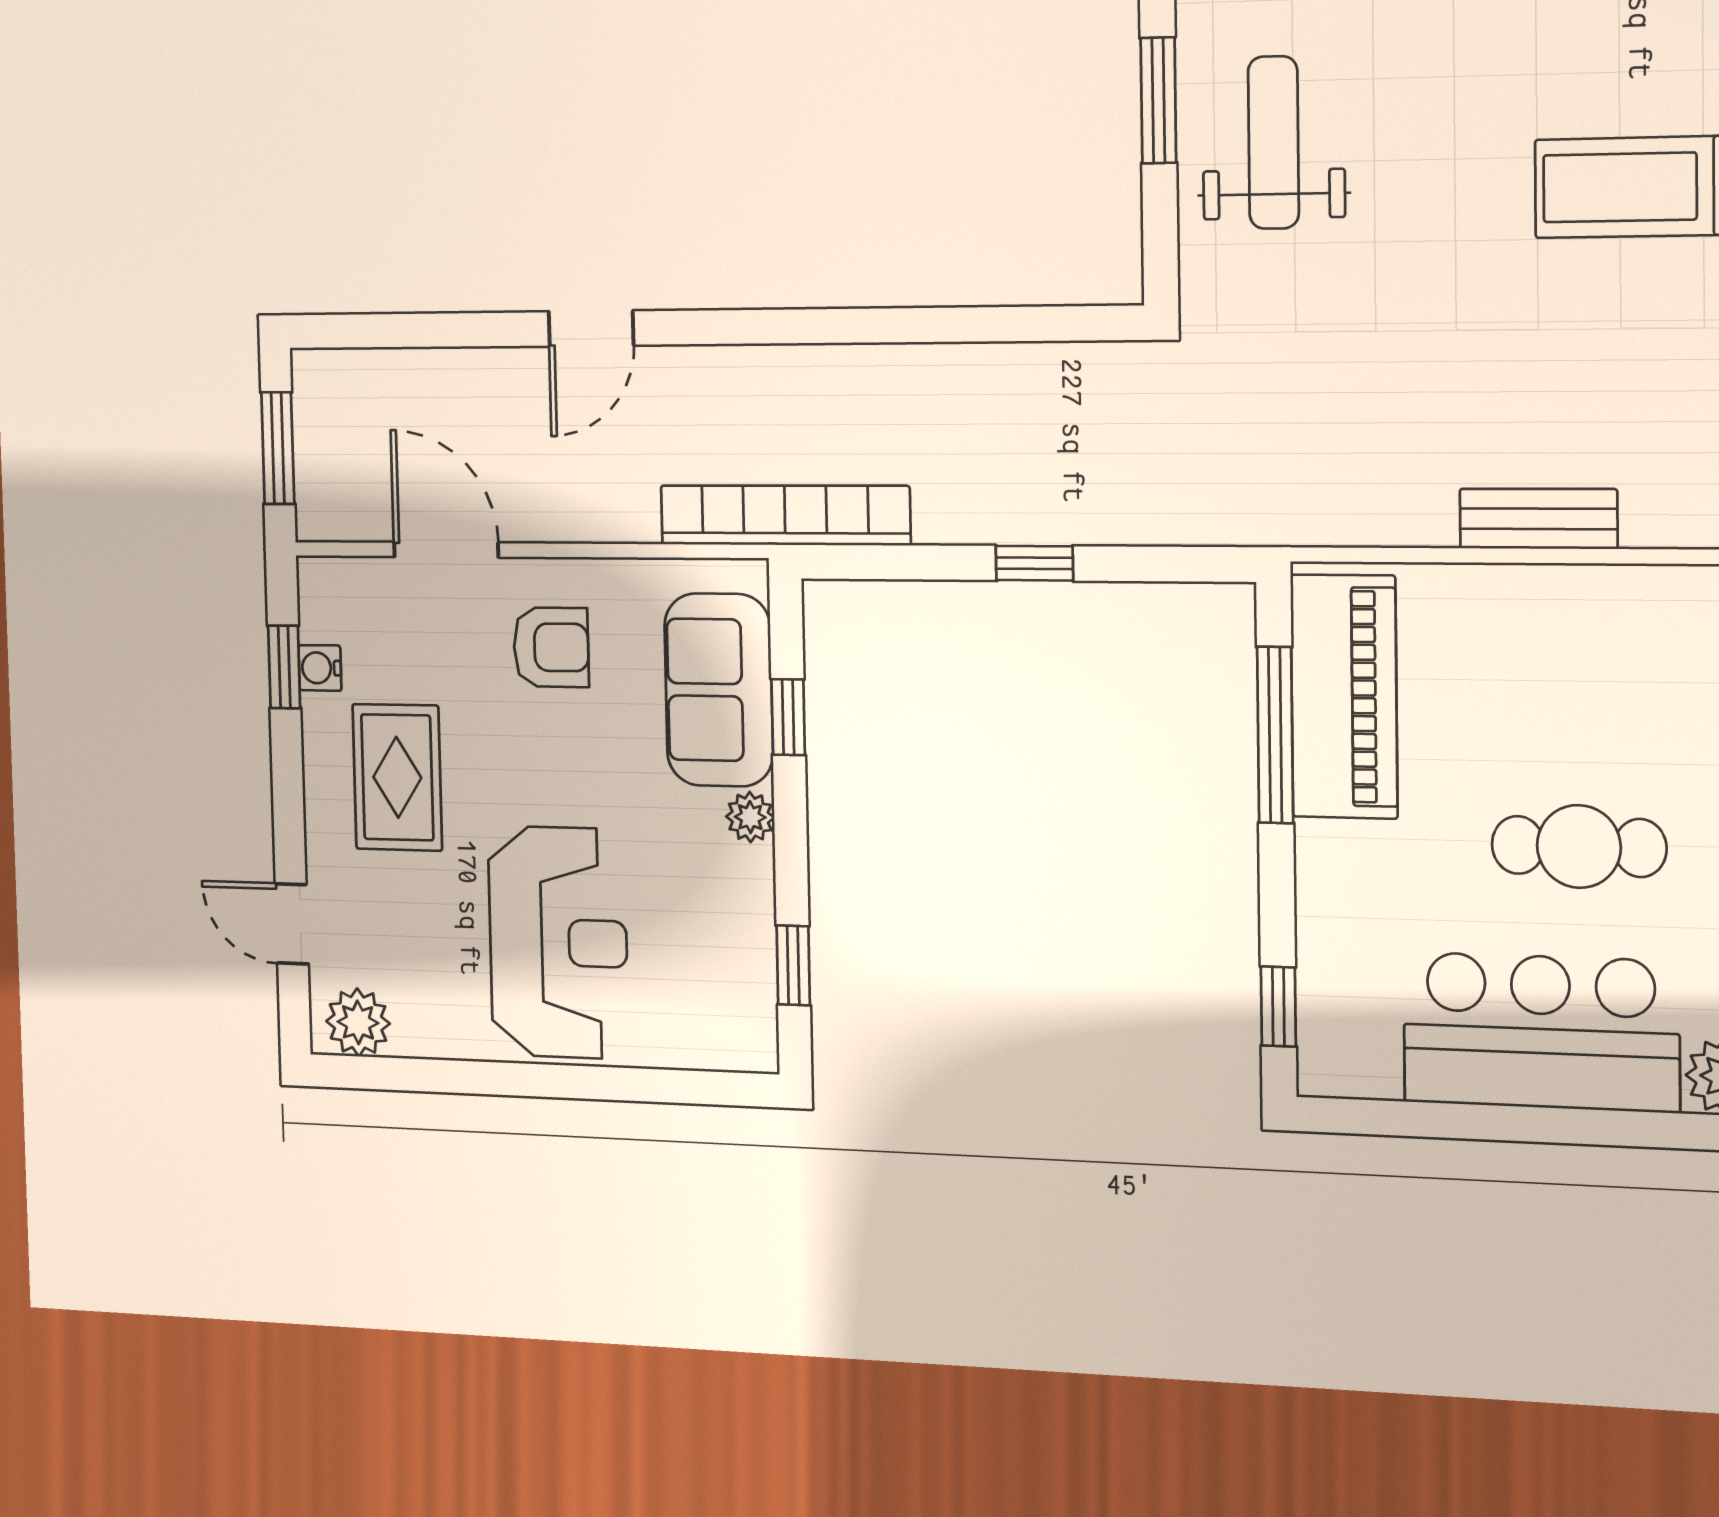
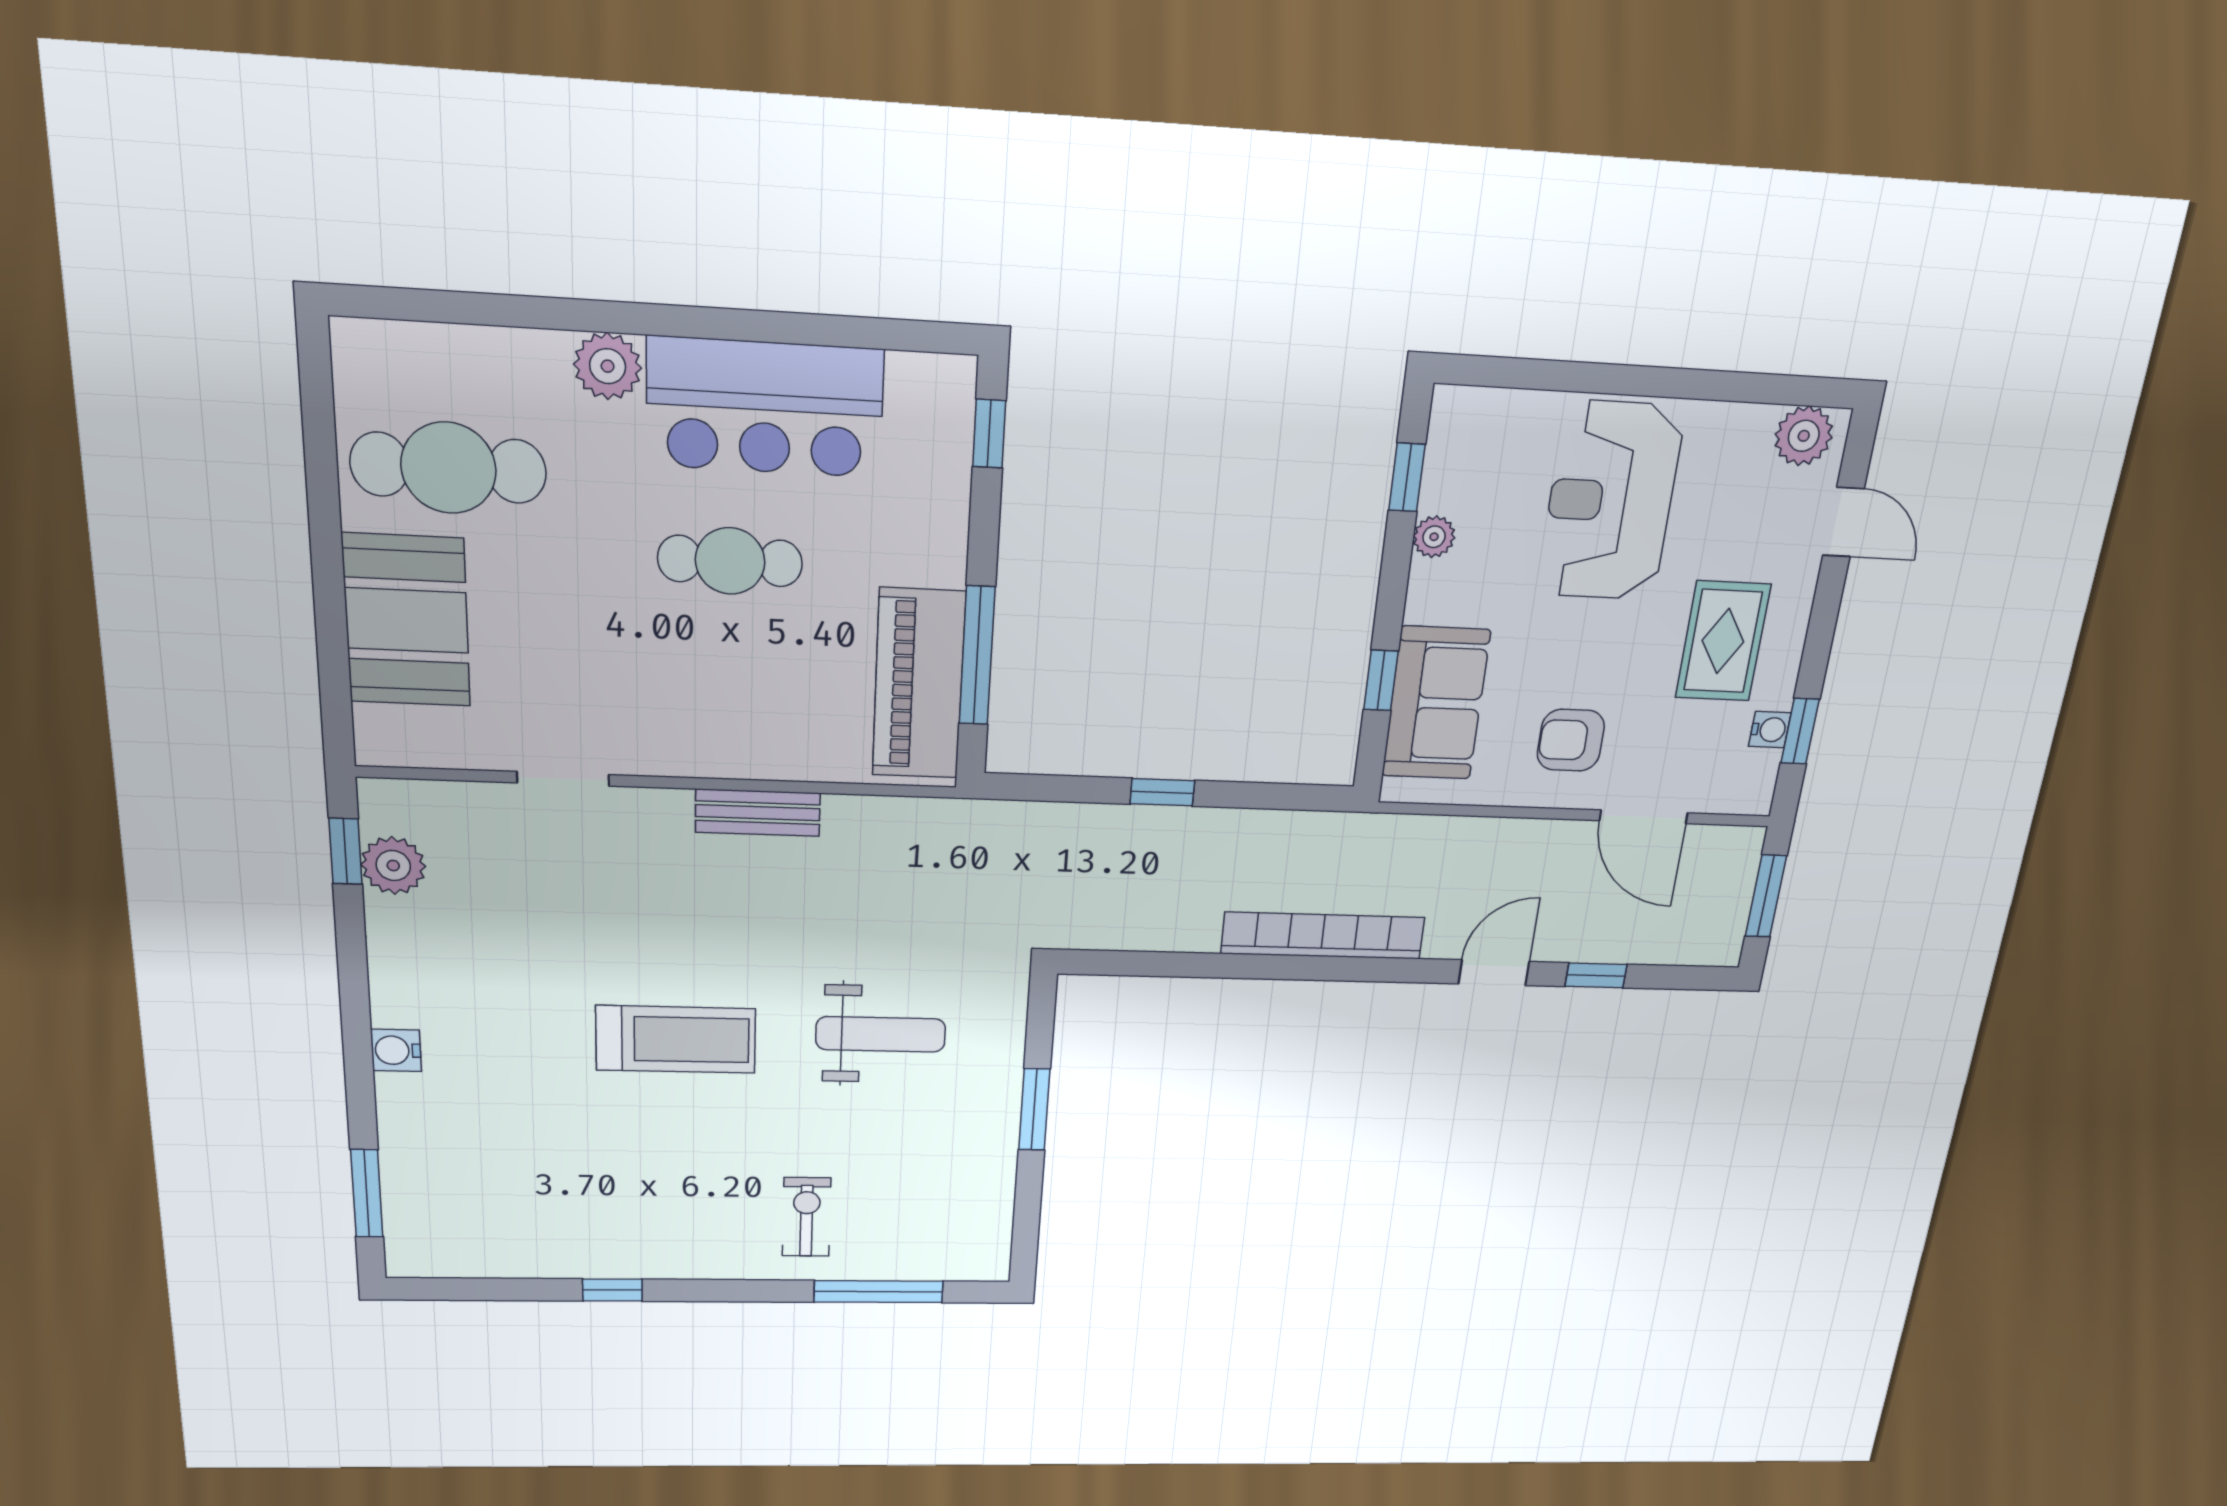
weight bench: (1273, 143) -> (881, 1034), moved, turned -90
window: (464, 330) -> (1596, 975), added
bookcase: (785, 515) -> (1323, 936), moved, turned 180
plant: (750, 817) -> (1434, 537), moved

